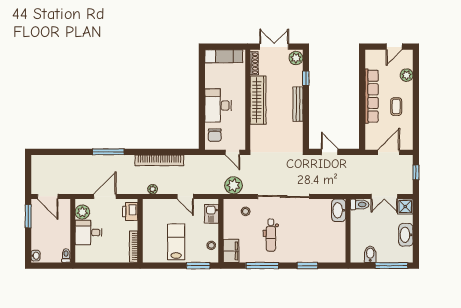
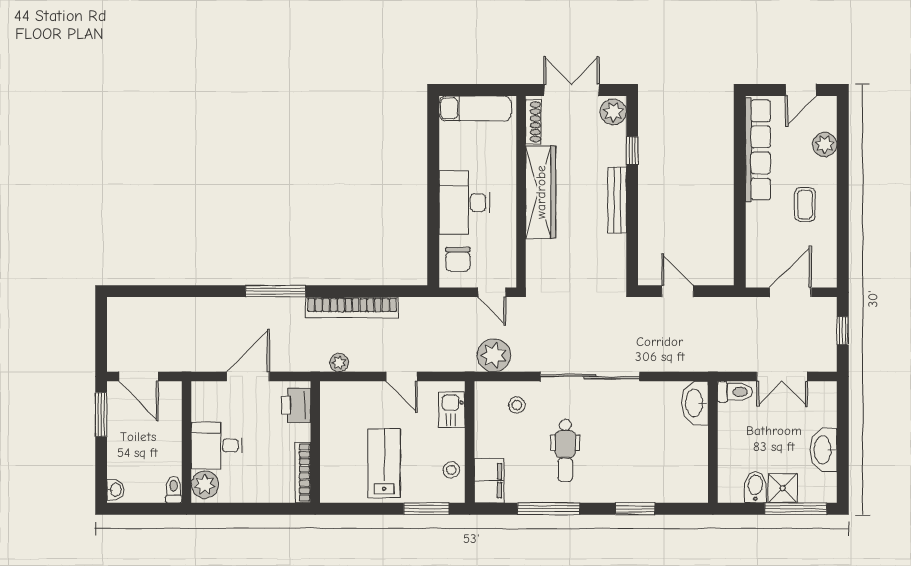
row of seats: (372, 96) -> (758, 150), moved
window: (108, 152) -> (276, 291), moved
shower: (405, 207) -> (783, 488), moved
plant: (82, 212) -> (205, 485), moved

